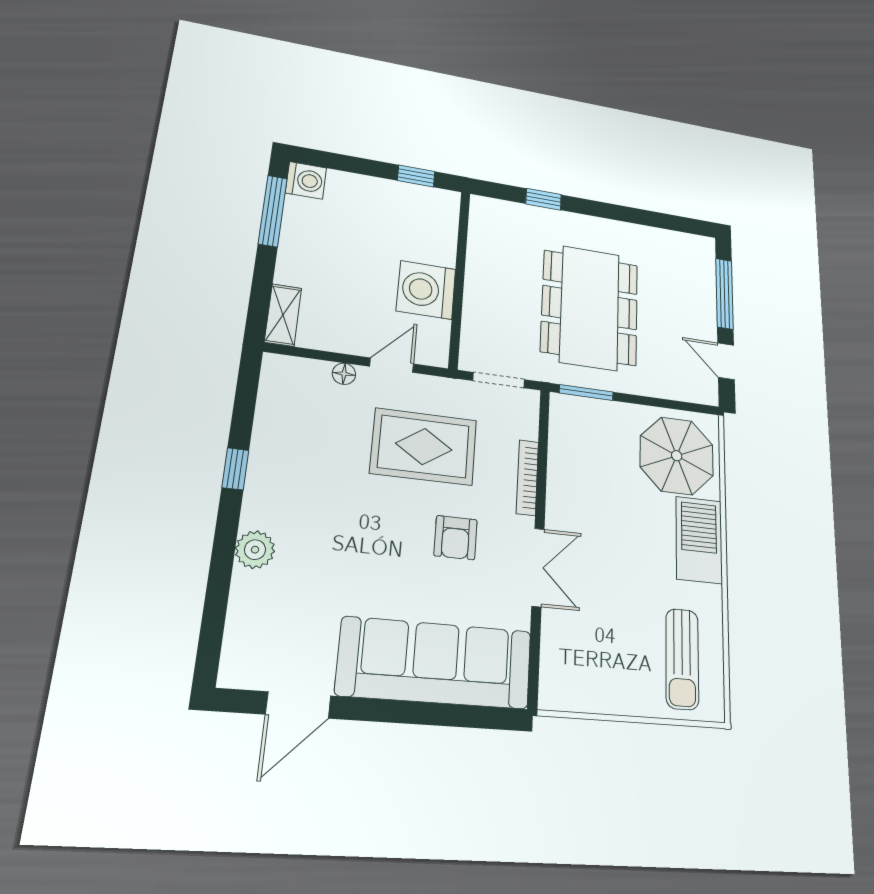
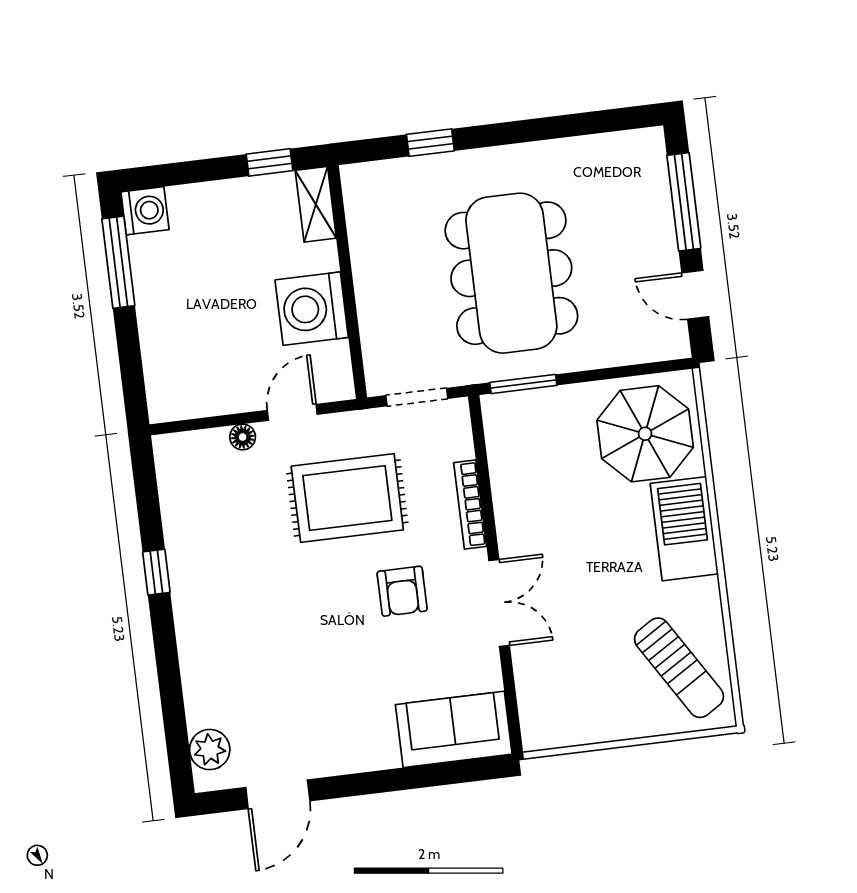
shelving: (283, 315) -> (316, 204), moved
plant: (255, 550) -> (210, 750), moved
sun lounger: (682, 659) -> (679, 668), turned -32
sofa: (435, 663) -> (454, 729), width x0.54, depth x0.79

